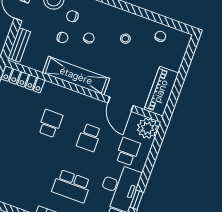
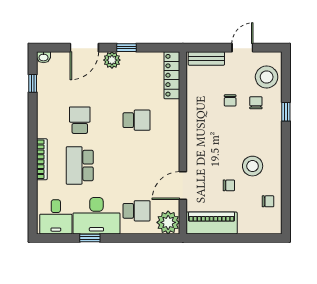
chair: (89, 38) -> (229, 185), moved
stool: (125, 39) -> (253, 166), width x1.89, depth x1.89
shelving: (76, 76) -> (196, 129), removed
school desk: (89, 138) -> (80, 120), moved, turned 90

